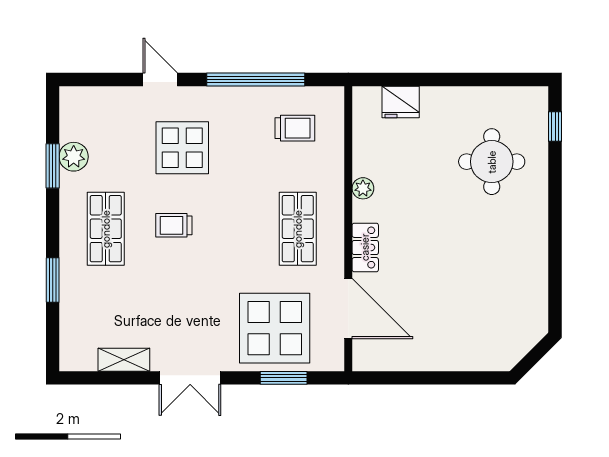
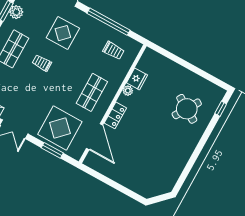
fridge: (401, 102) -> (137, 79), moved, turned -90
round table: (492, 162) -> (187, 109), turned 32

